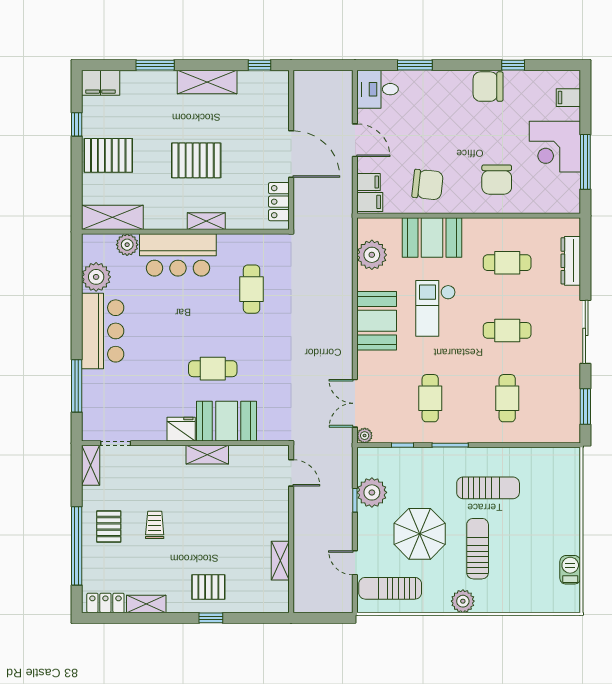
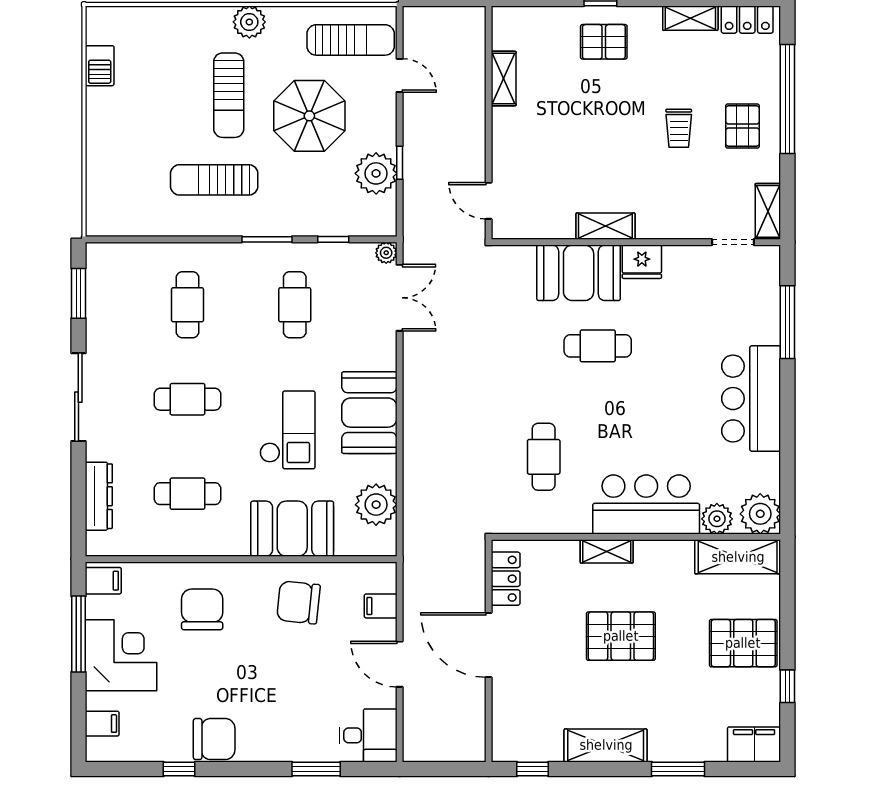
filing cabinet: (370, 202) -> (103, 581), moved, turned 180
plant: (96, 277) -> (760, 514), moved

